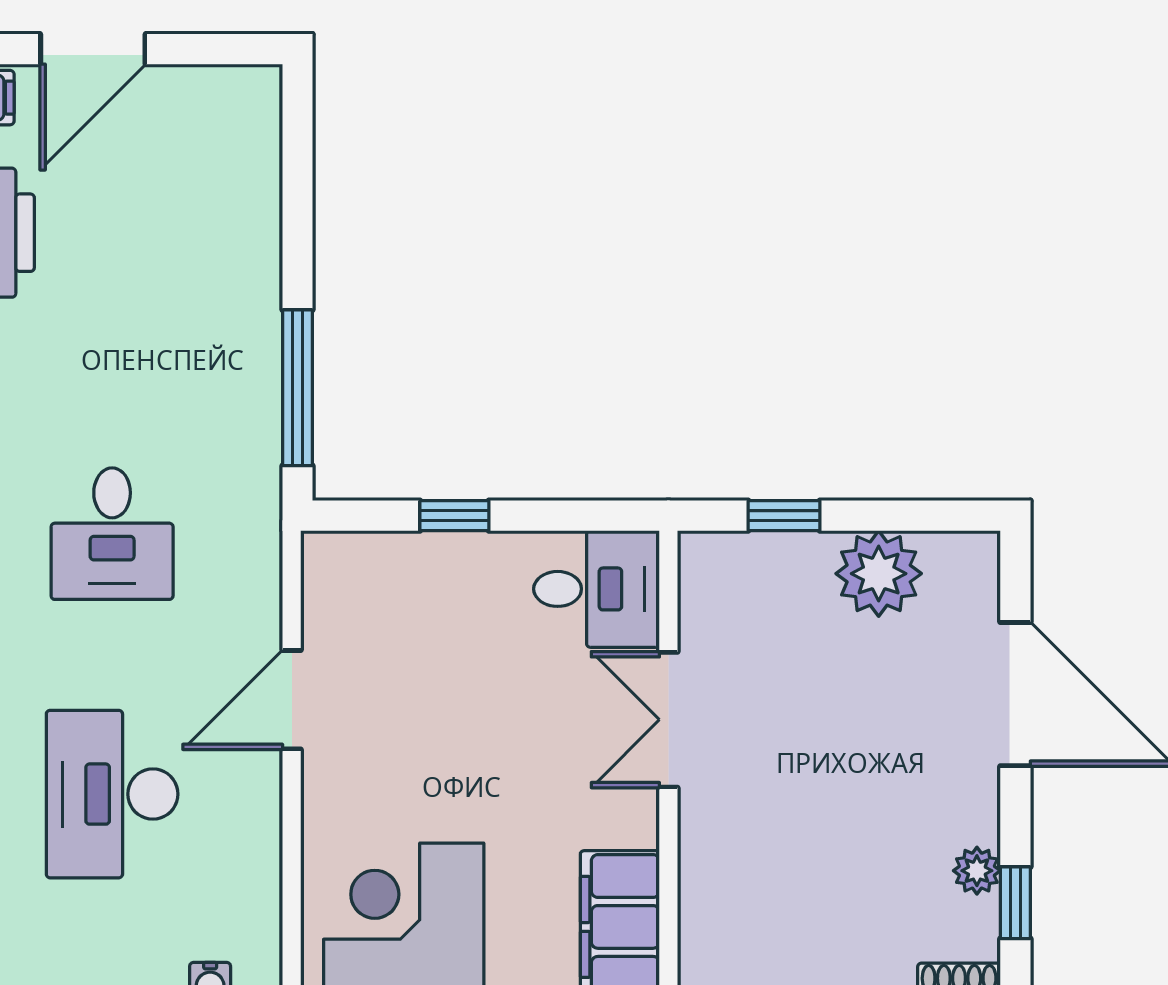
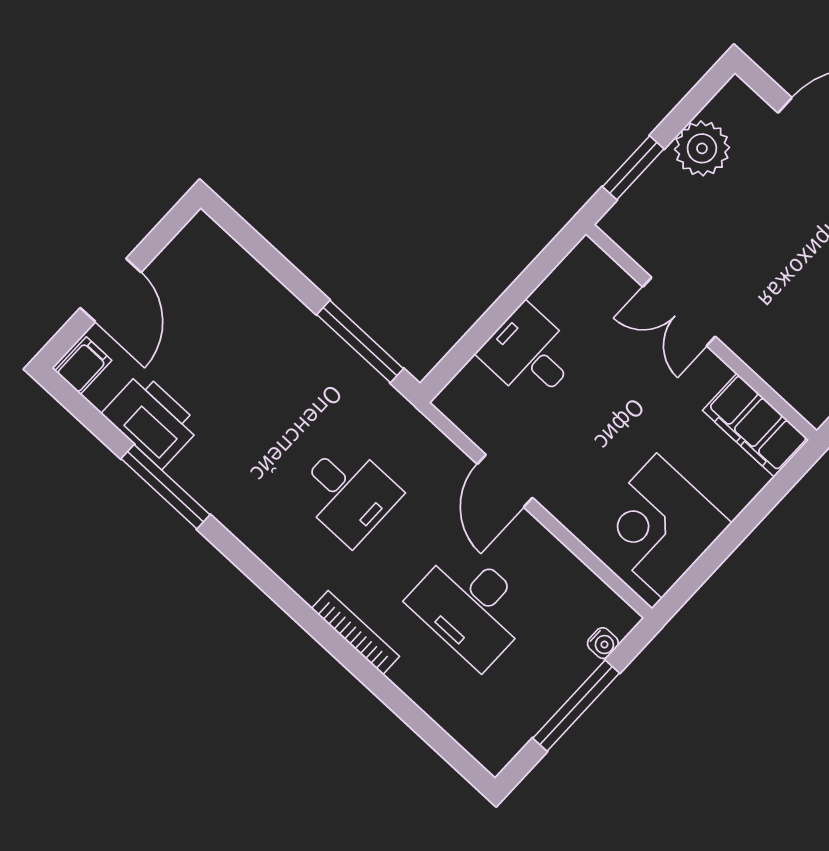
window: (454, 516) -> (489, 323), removed
window: (784, 516) -> (633, 168), width x1.50
desk: (597, 589) -> (529, 354), moved, turned -90

